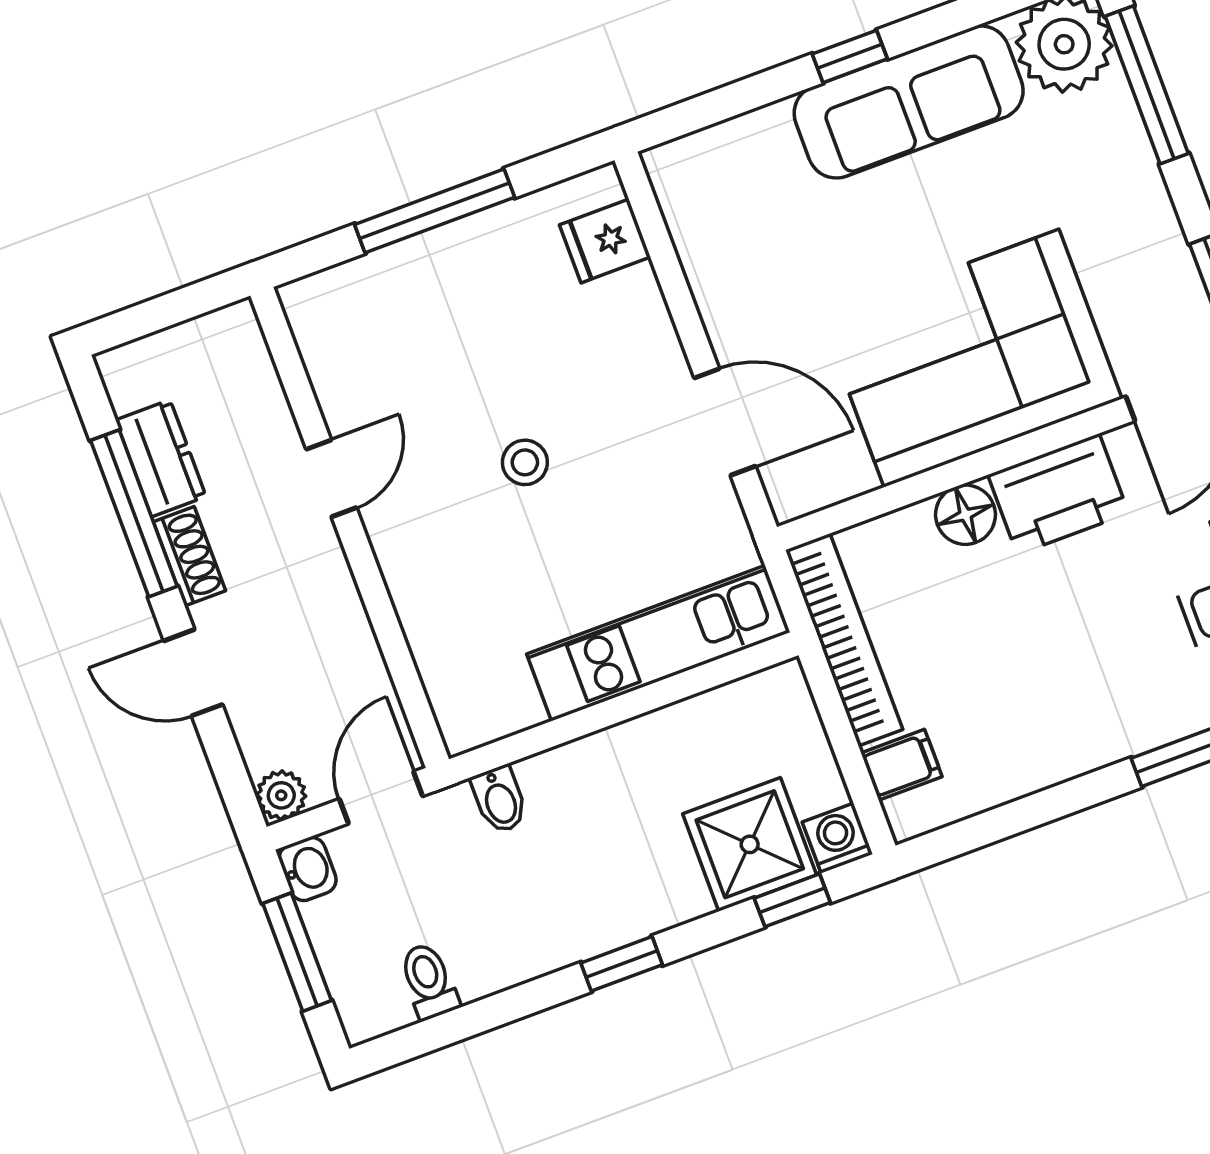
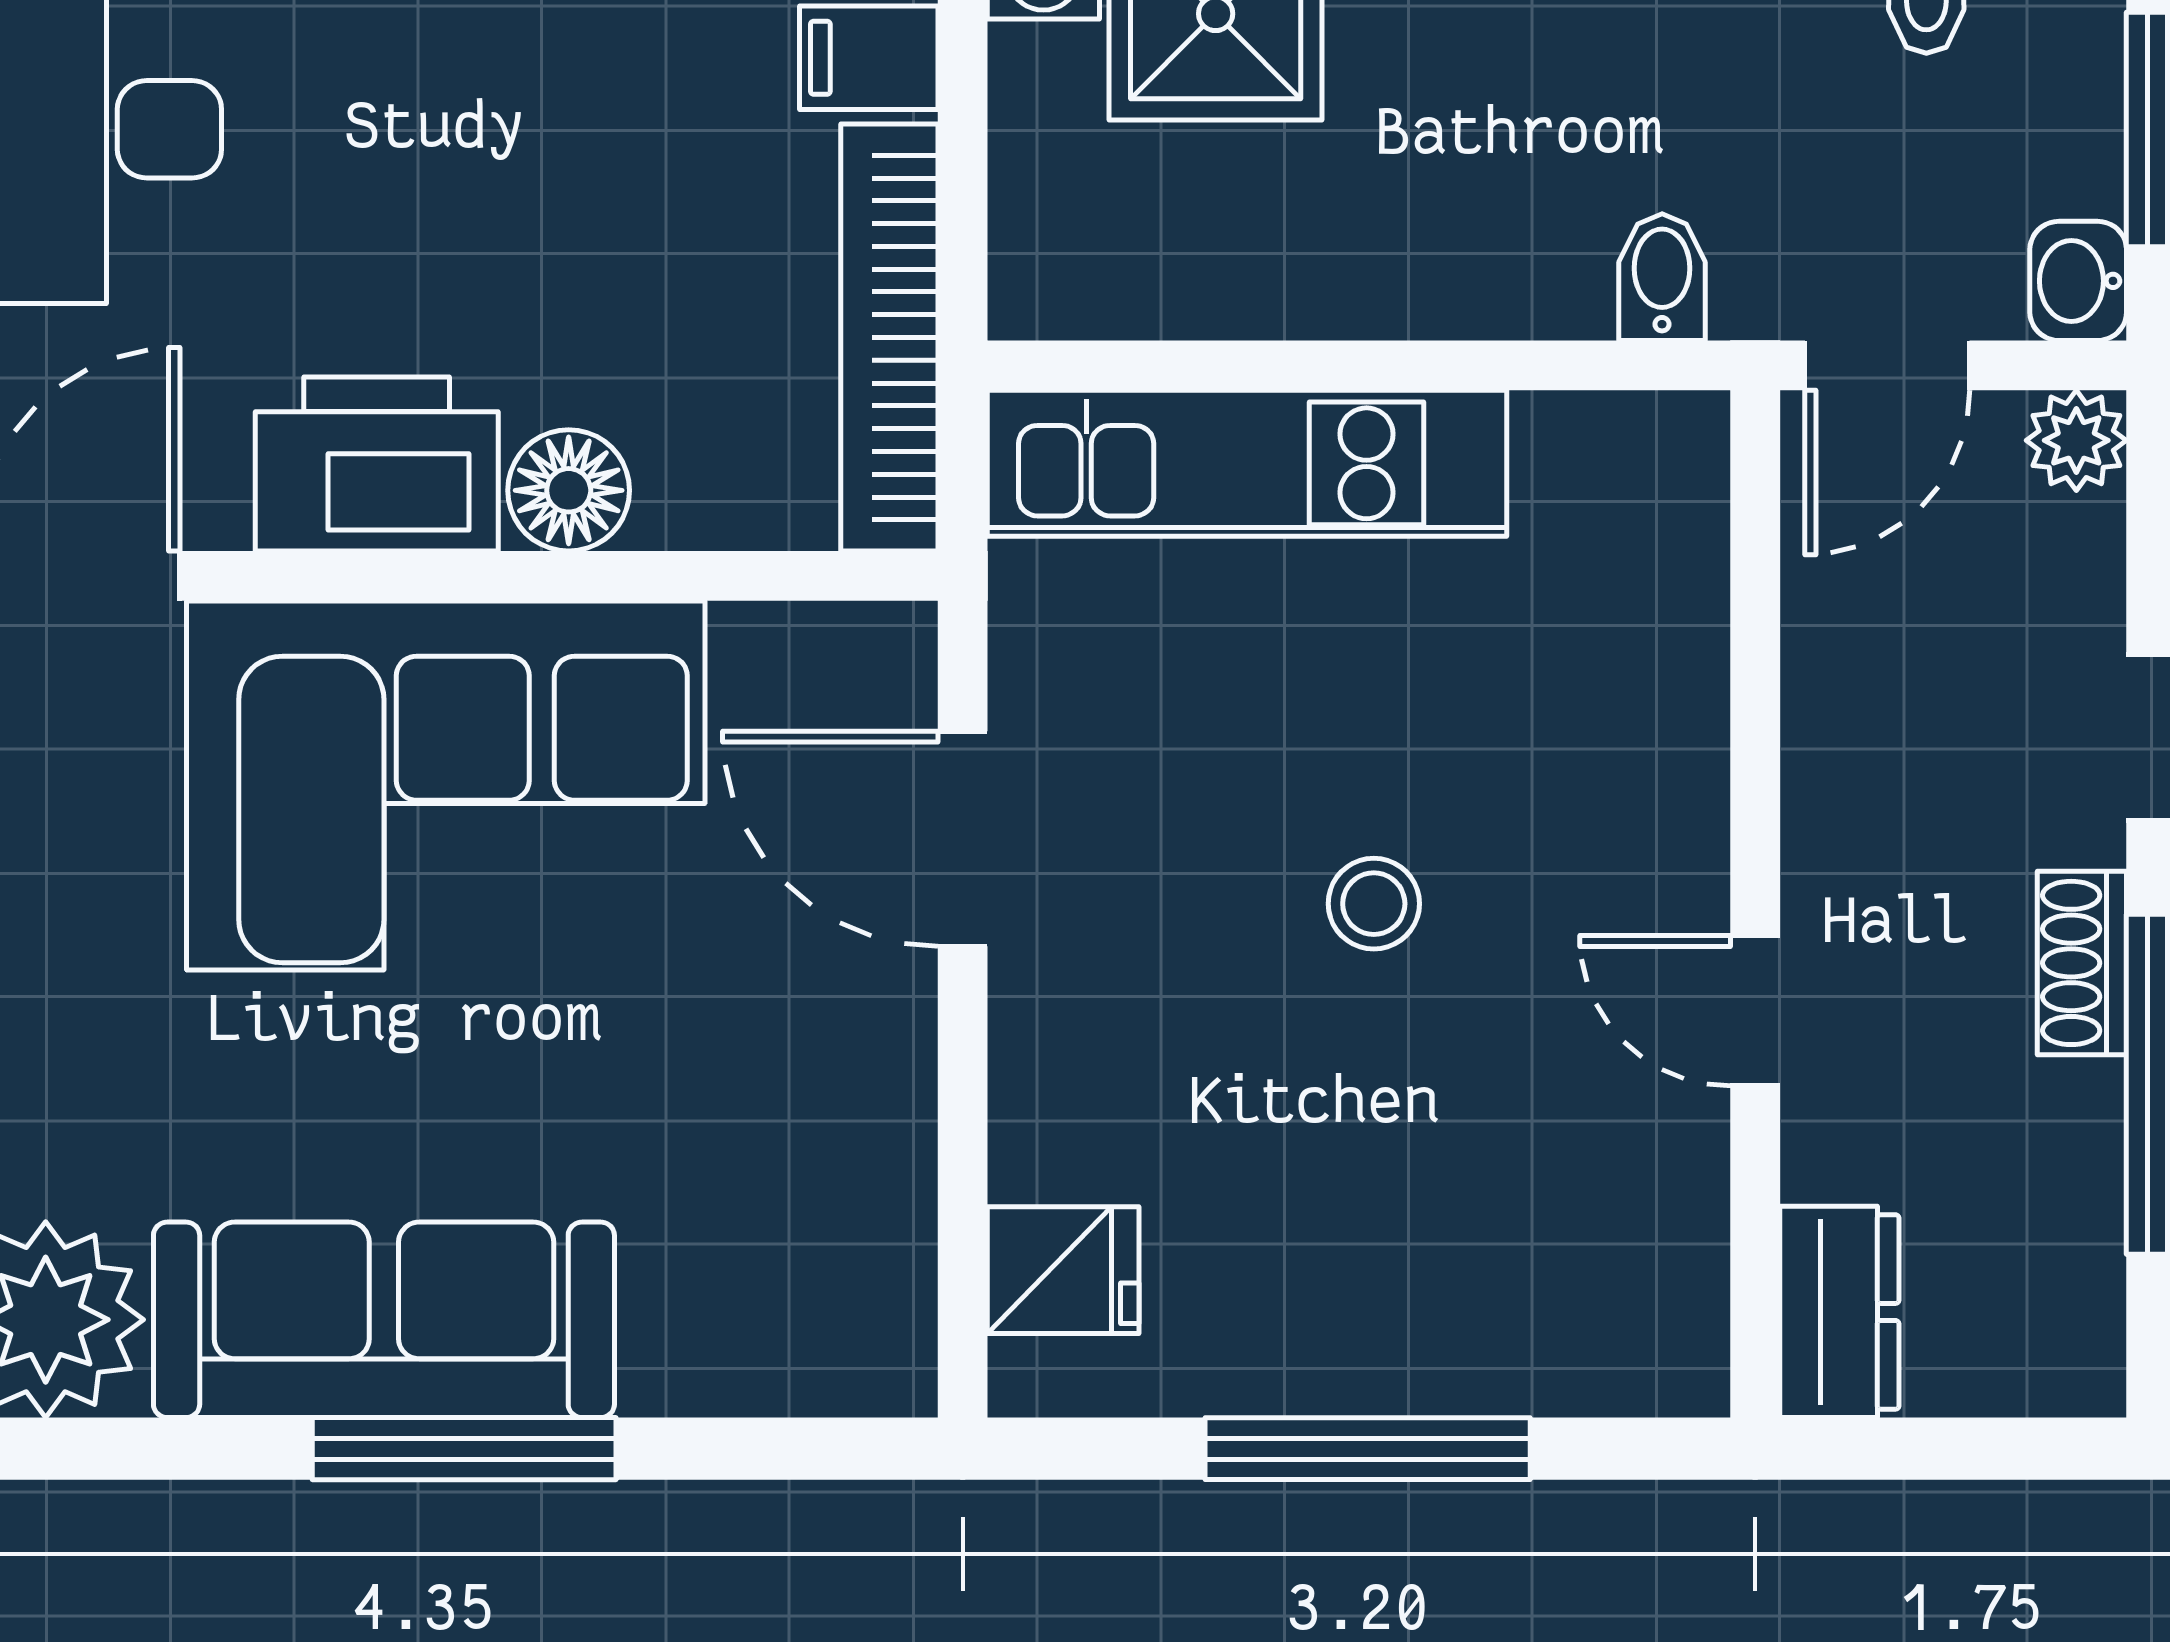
window: (850, 56) -> (464, 1449), width x2.17
dresser: (161, 458) -> (1839, 1312), moved, turned 180
door: (331, 478) -> (1755, 1011), hinge flipped

